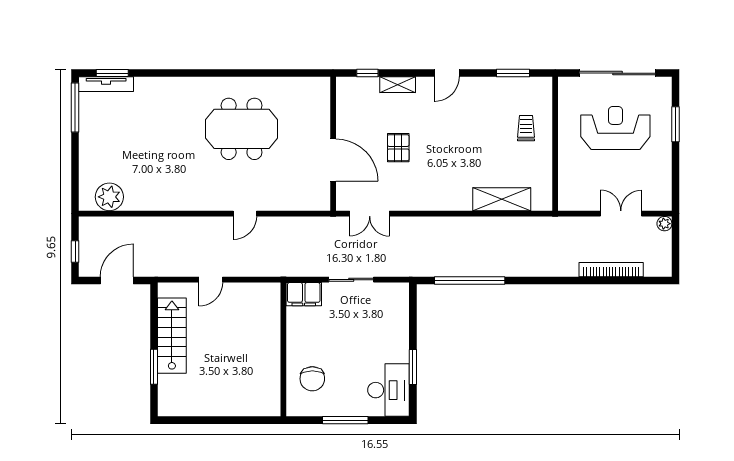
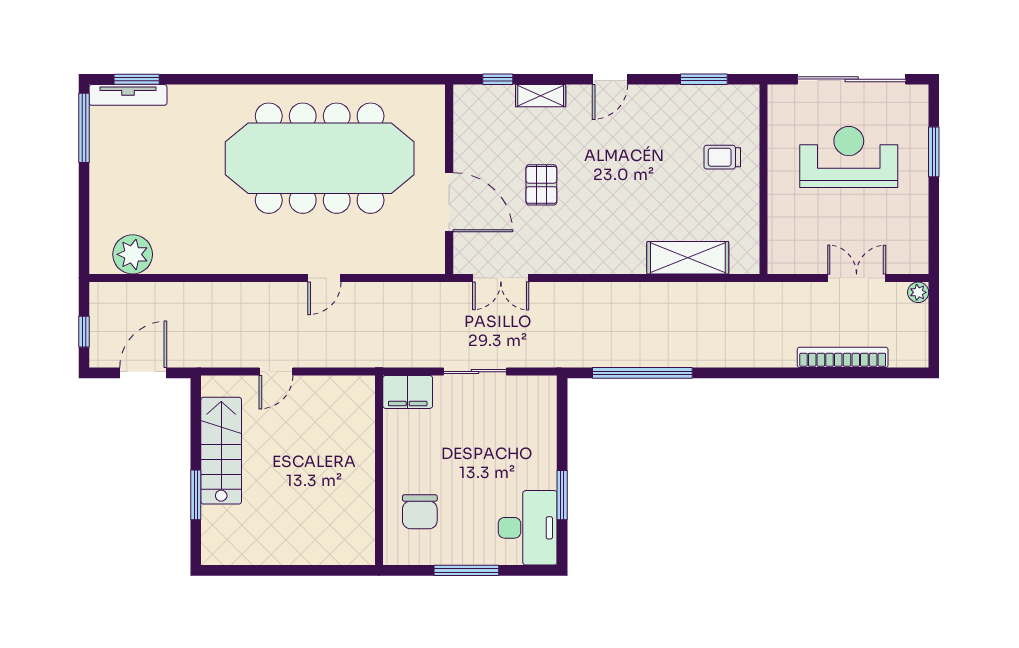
trolley: (526, 128) -> (722, 157), turned -90
meeting table: (242, 129) -> (320, 158), width x1.86, depth x1.27

